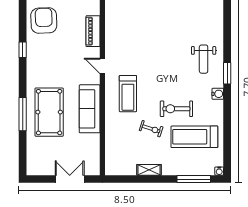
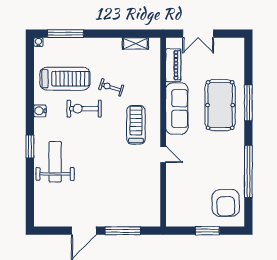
piano: (93, 31) -> (173, 65), moved
window: (23, 50) -> (248, 172), width x3.17
weight bench: (204, 59) -> (55, 162), width x1.36, depth x1.33
water cooler: (218, 94) -> (40, 111), moved
exercise bike: (176, 109) -> (84, 109), turned 180
shelving: (149, 170) -> (135, 43), moved

